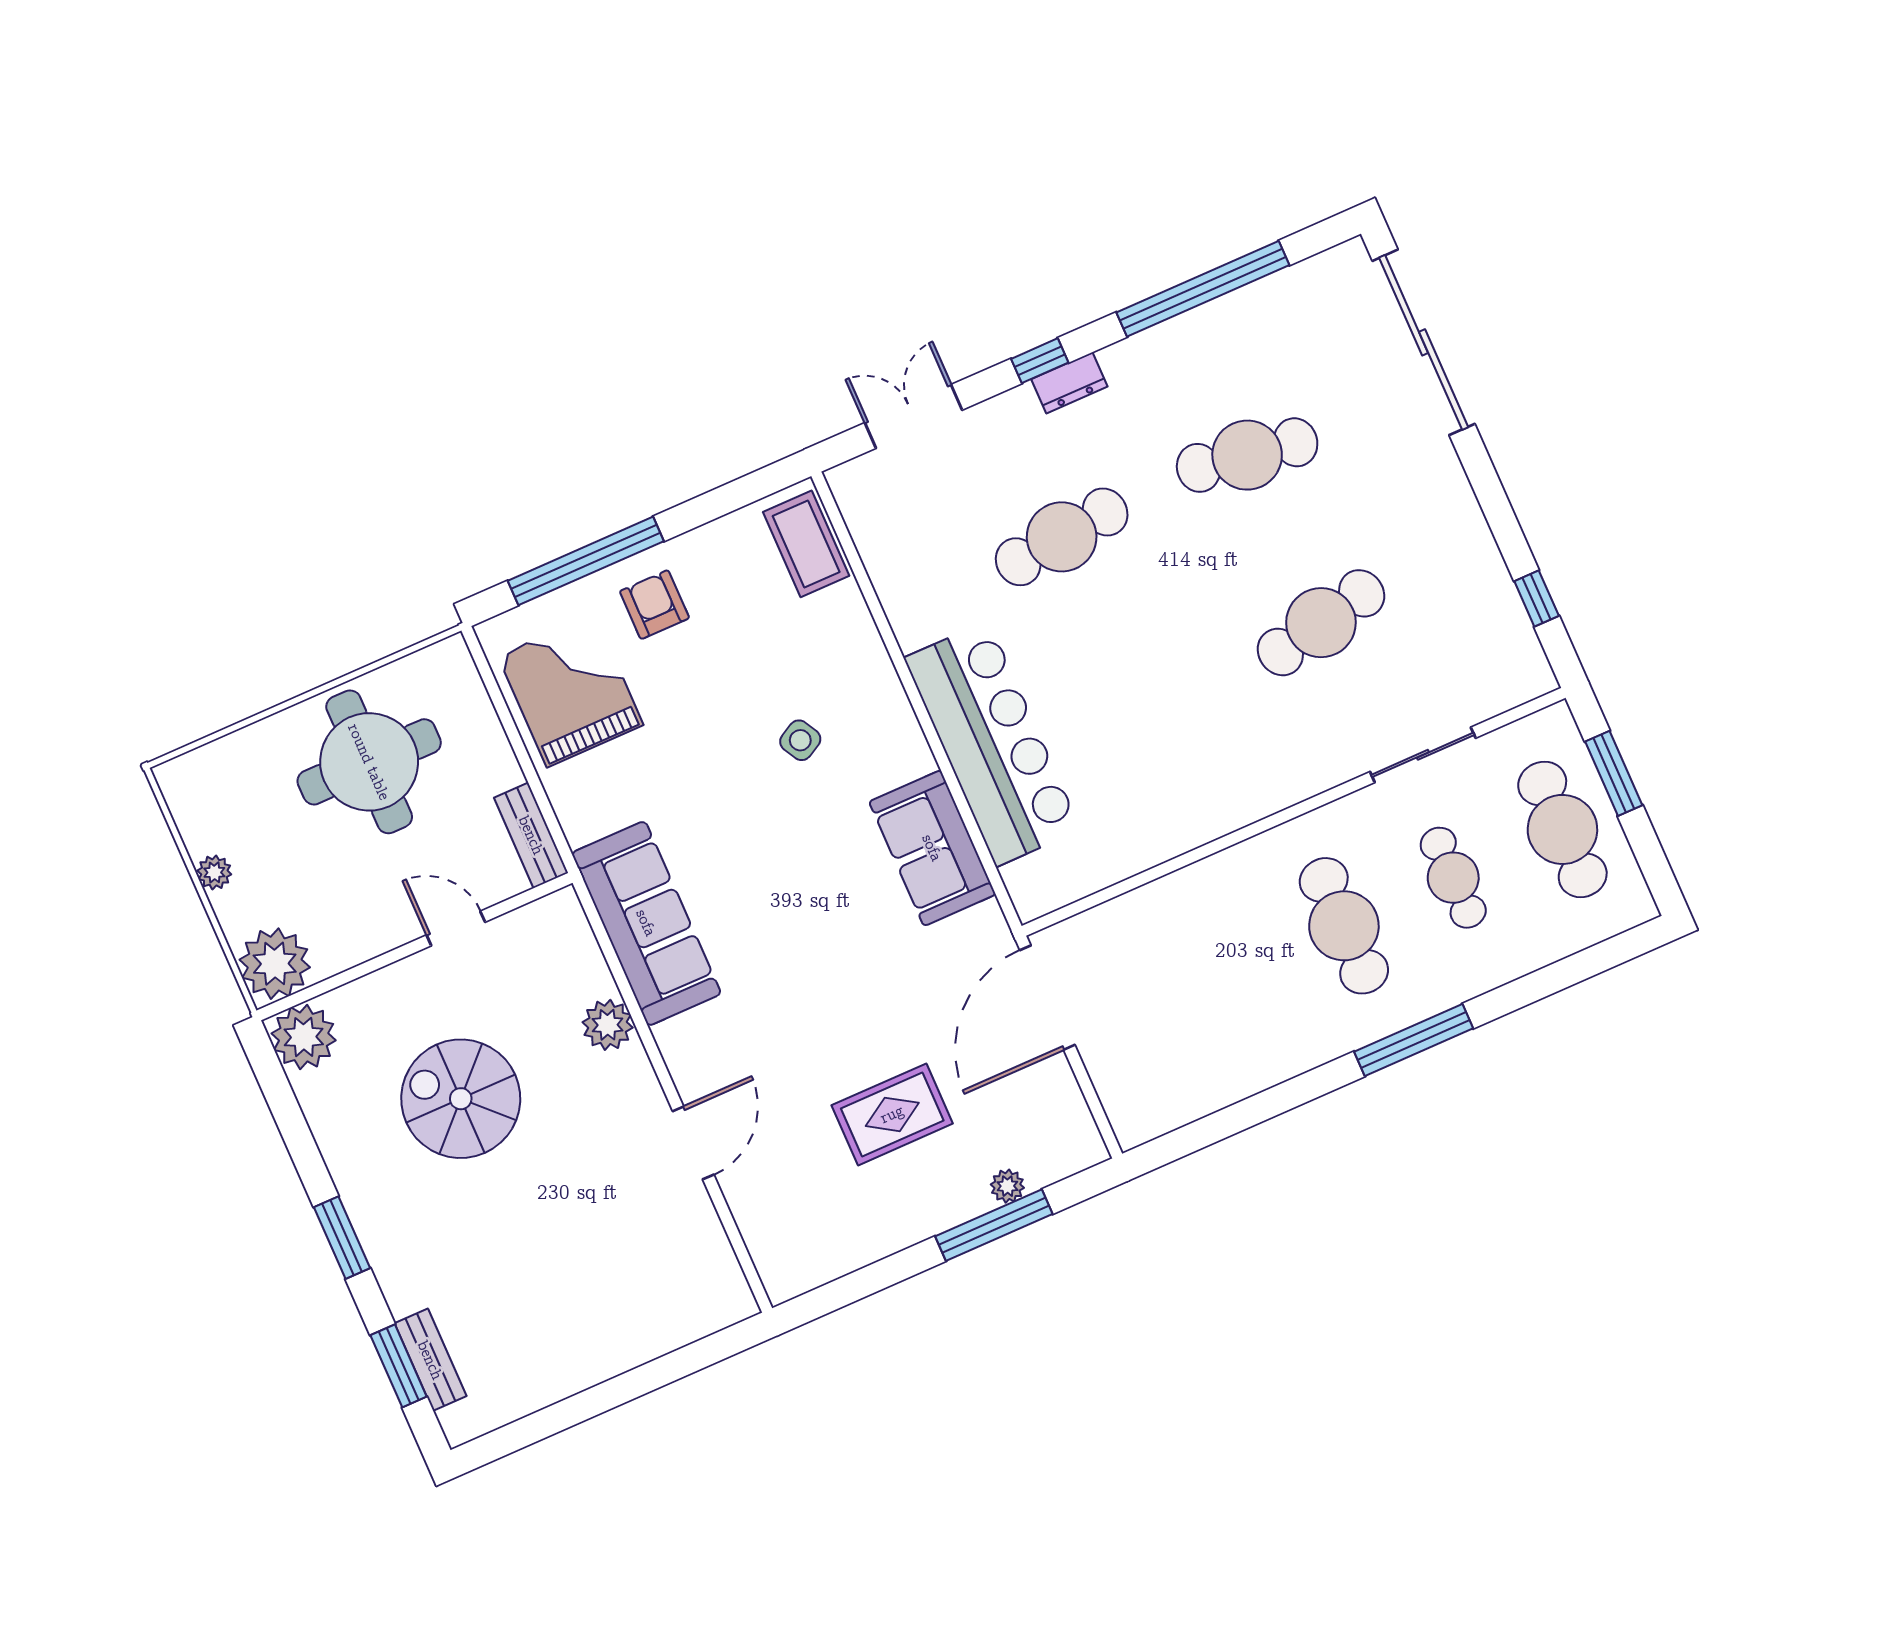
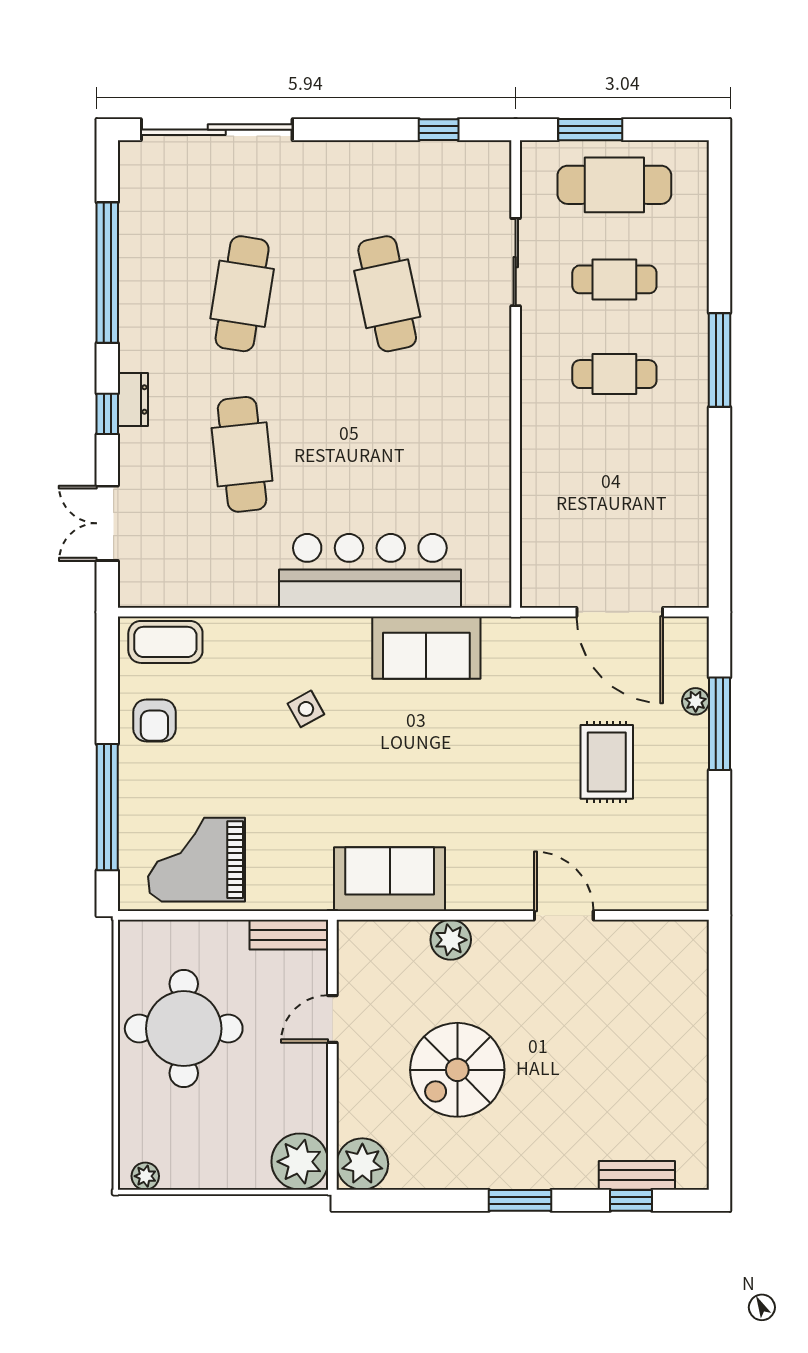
armchair: (654, 605) -> (154, 721), moved, turned -90
plant: (214, 872) -> (145, 1176), moved
sofa: (646, 923) -> (390, 879), width x0.73
cafe table: (1344, 926) -> (614, 374), width x0.73, depth x0.74
door: (1047, 998) -> (620, 612), moved
window: (399, 1366) -> (631, 1200), width x0.67

